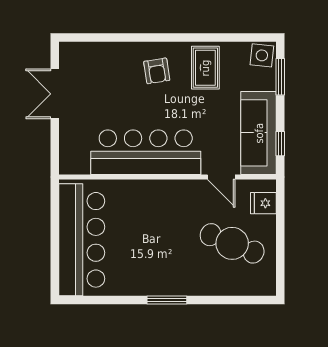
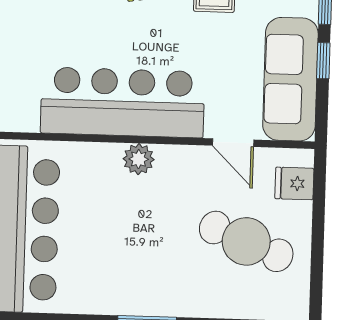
window: (280, 144) -> (323, 61), moved
plant: (158, 190) -> (139, 159), added

